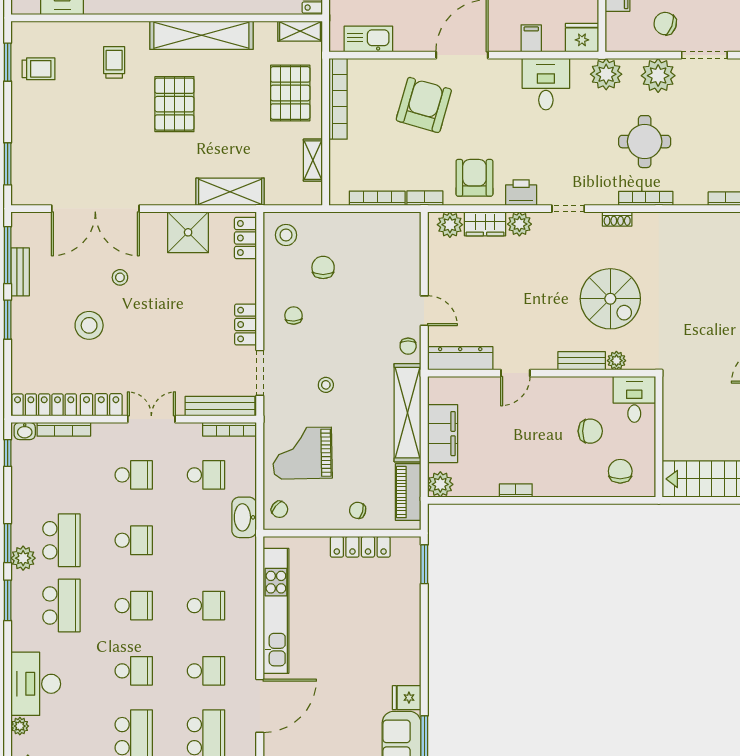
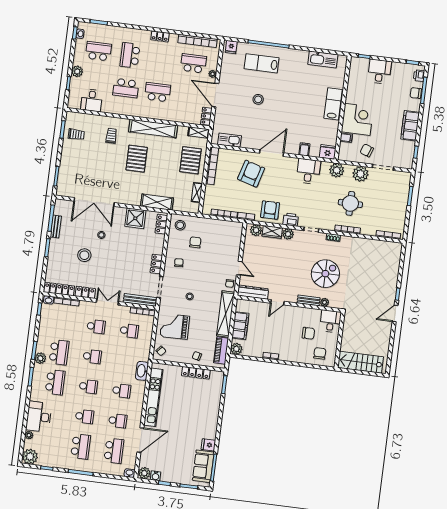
spiral stairs: (610, 299) -> (325, 274), turned -90
washbasin: (244, 517) -> (142, 371), moved

